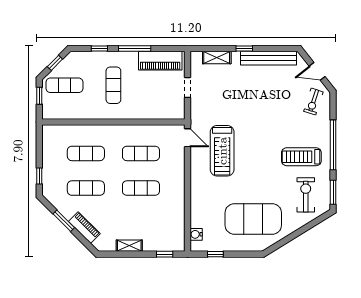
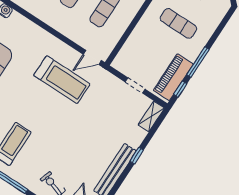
window: (99, 49) -> (180, 89), moved
shelving: (217, 58) -> (151, 116), moved
treadmill: (222, 151) -> (62, 80), turned 180

